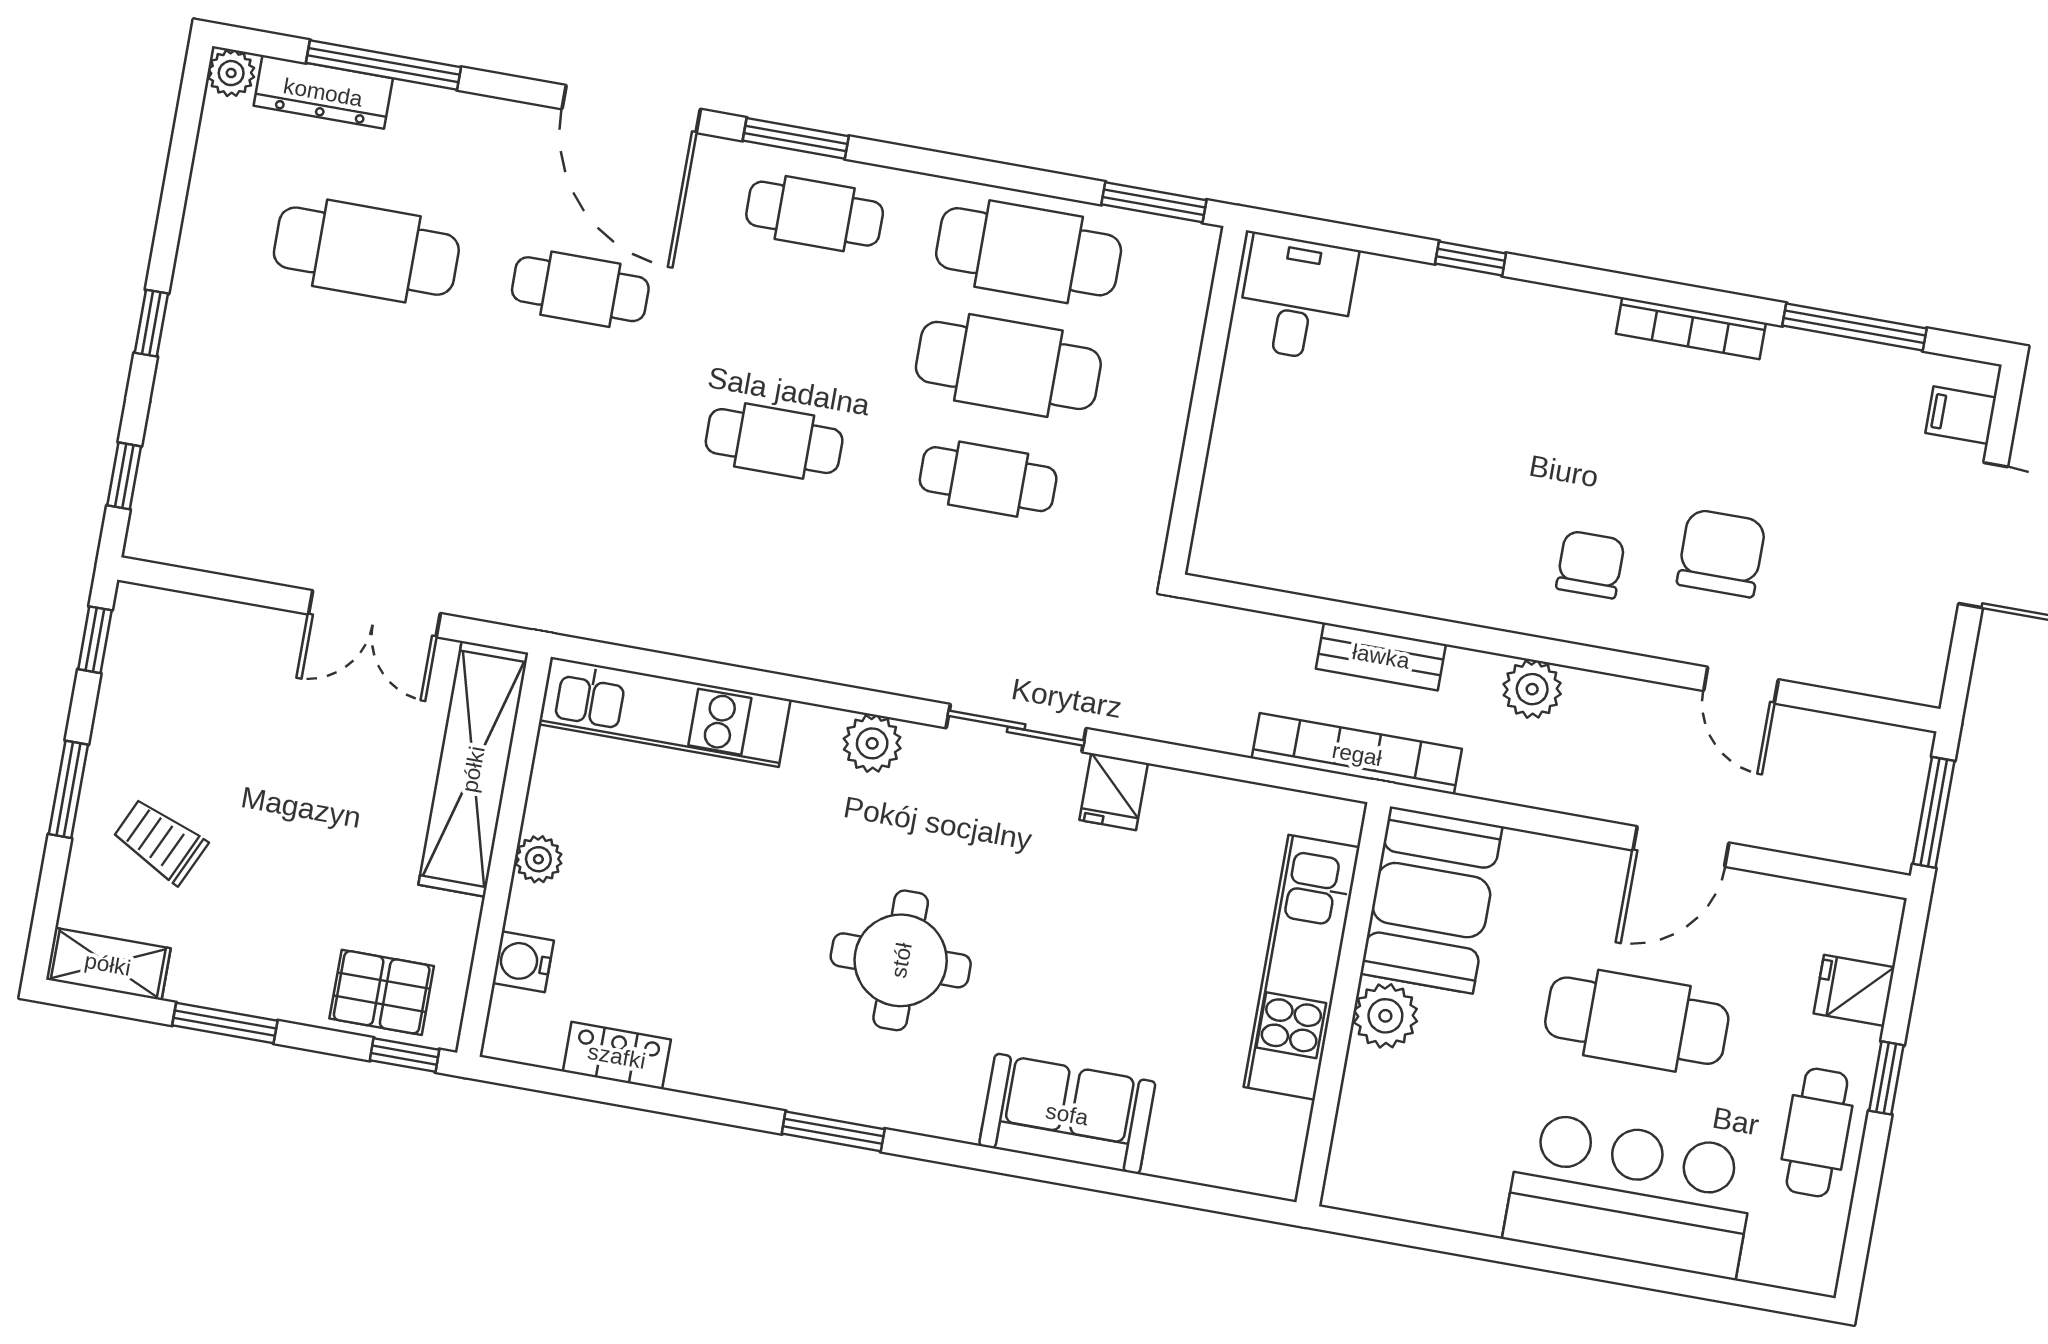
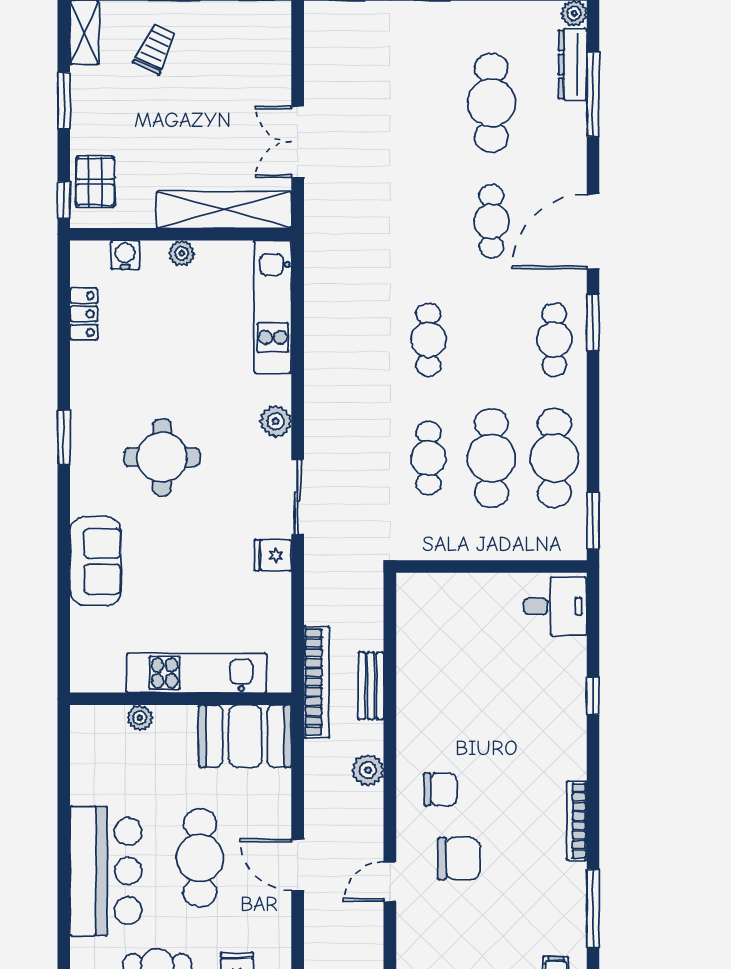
plant: (1385, 1016) -> (140, 718), moved, width x0.73, depth x0.73

